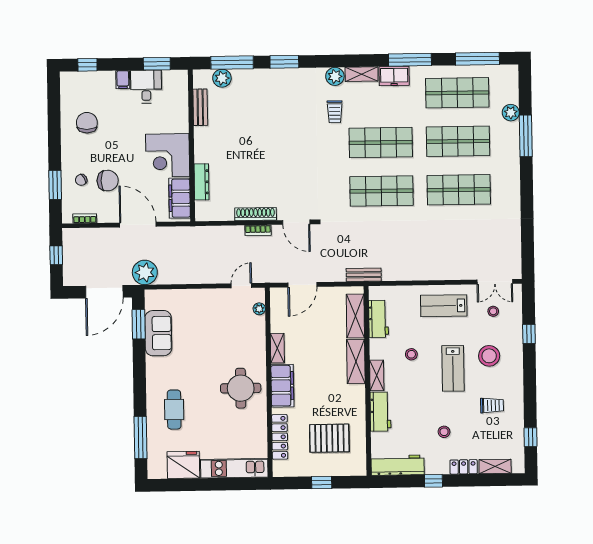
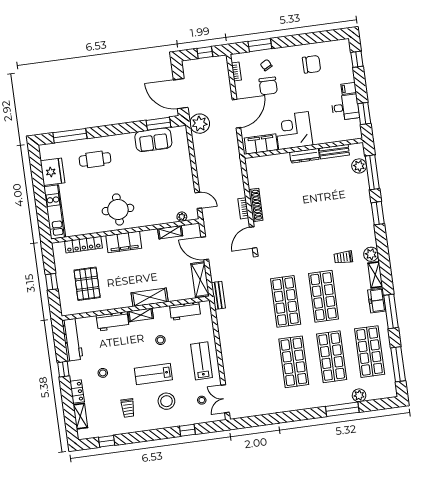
dresser: (202, 182) -> (305, 156), moved
shelving: (355, 316) -> (200, 280), moved, turned 90
shelving: (277, 348) -> (170, 232), moved

